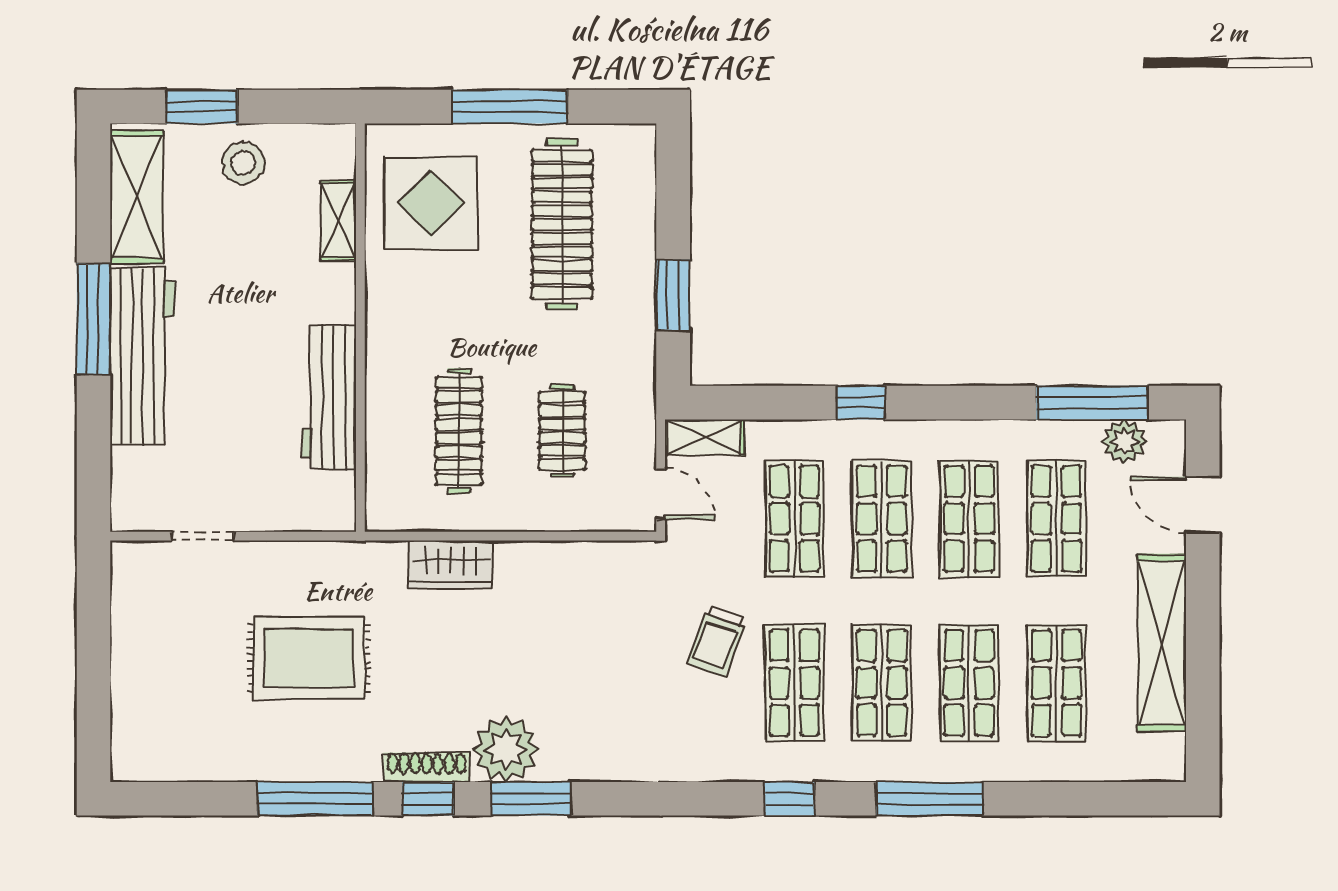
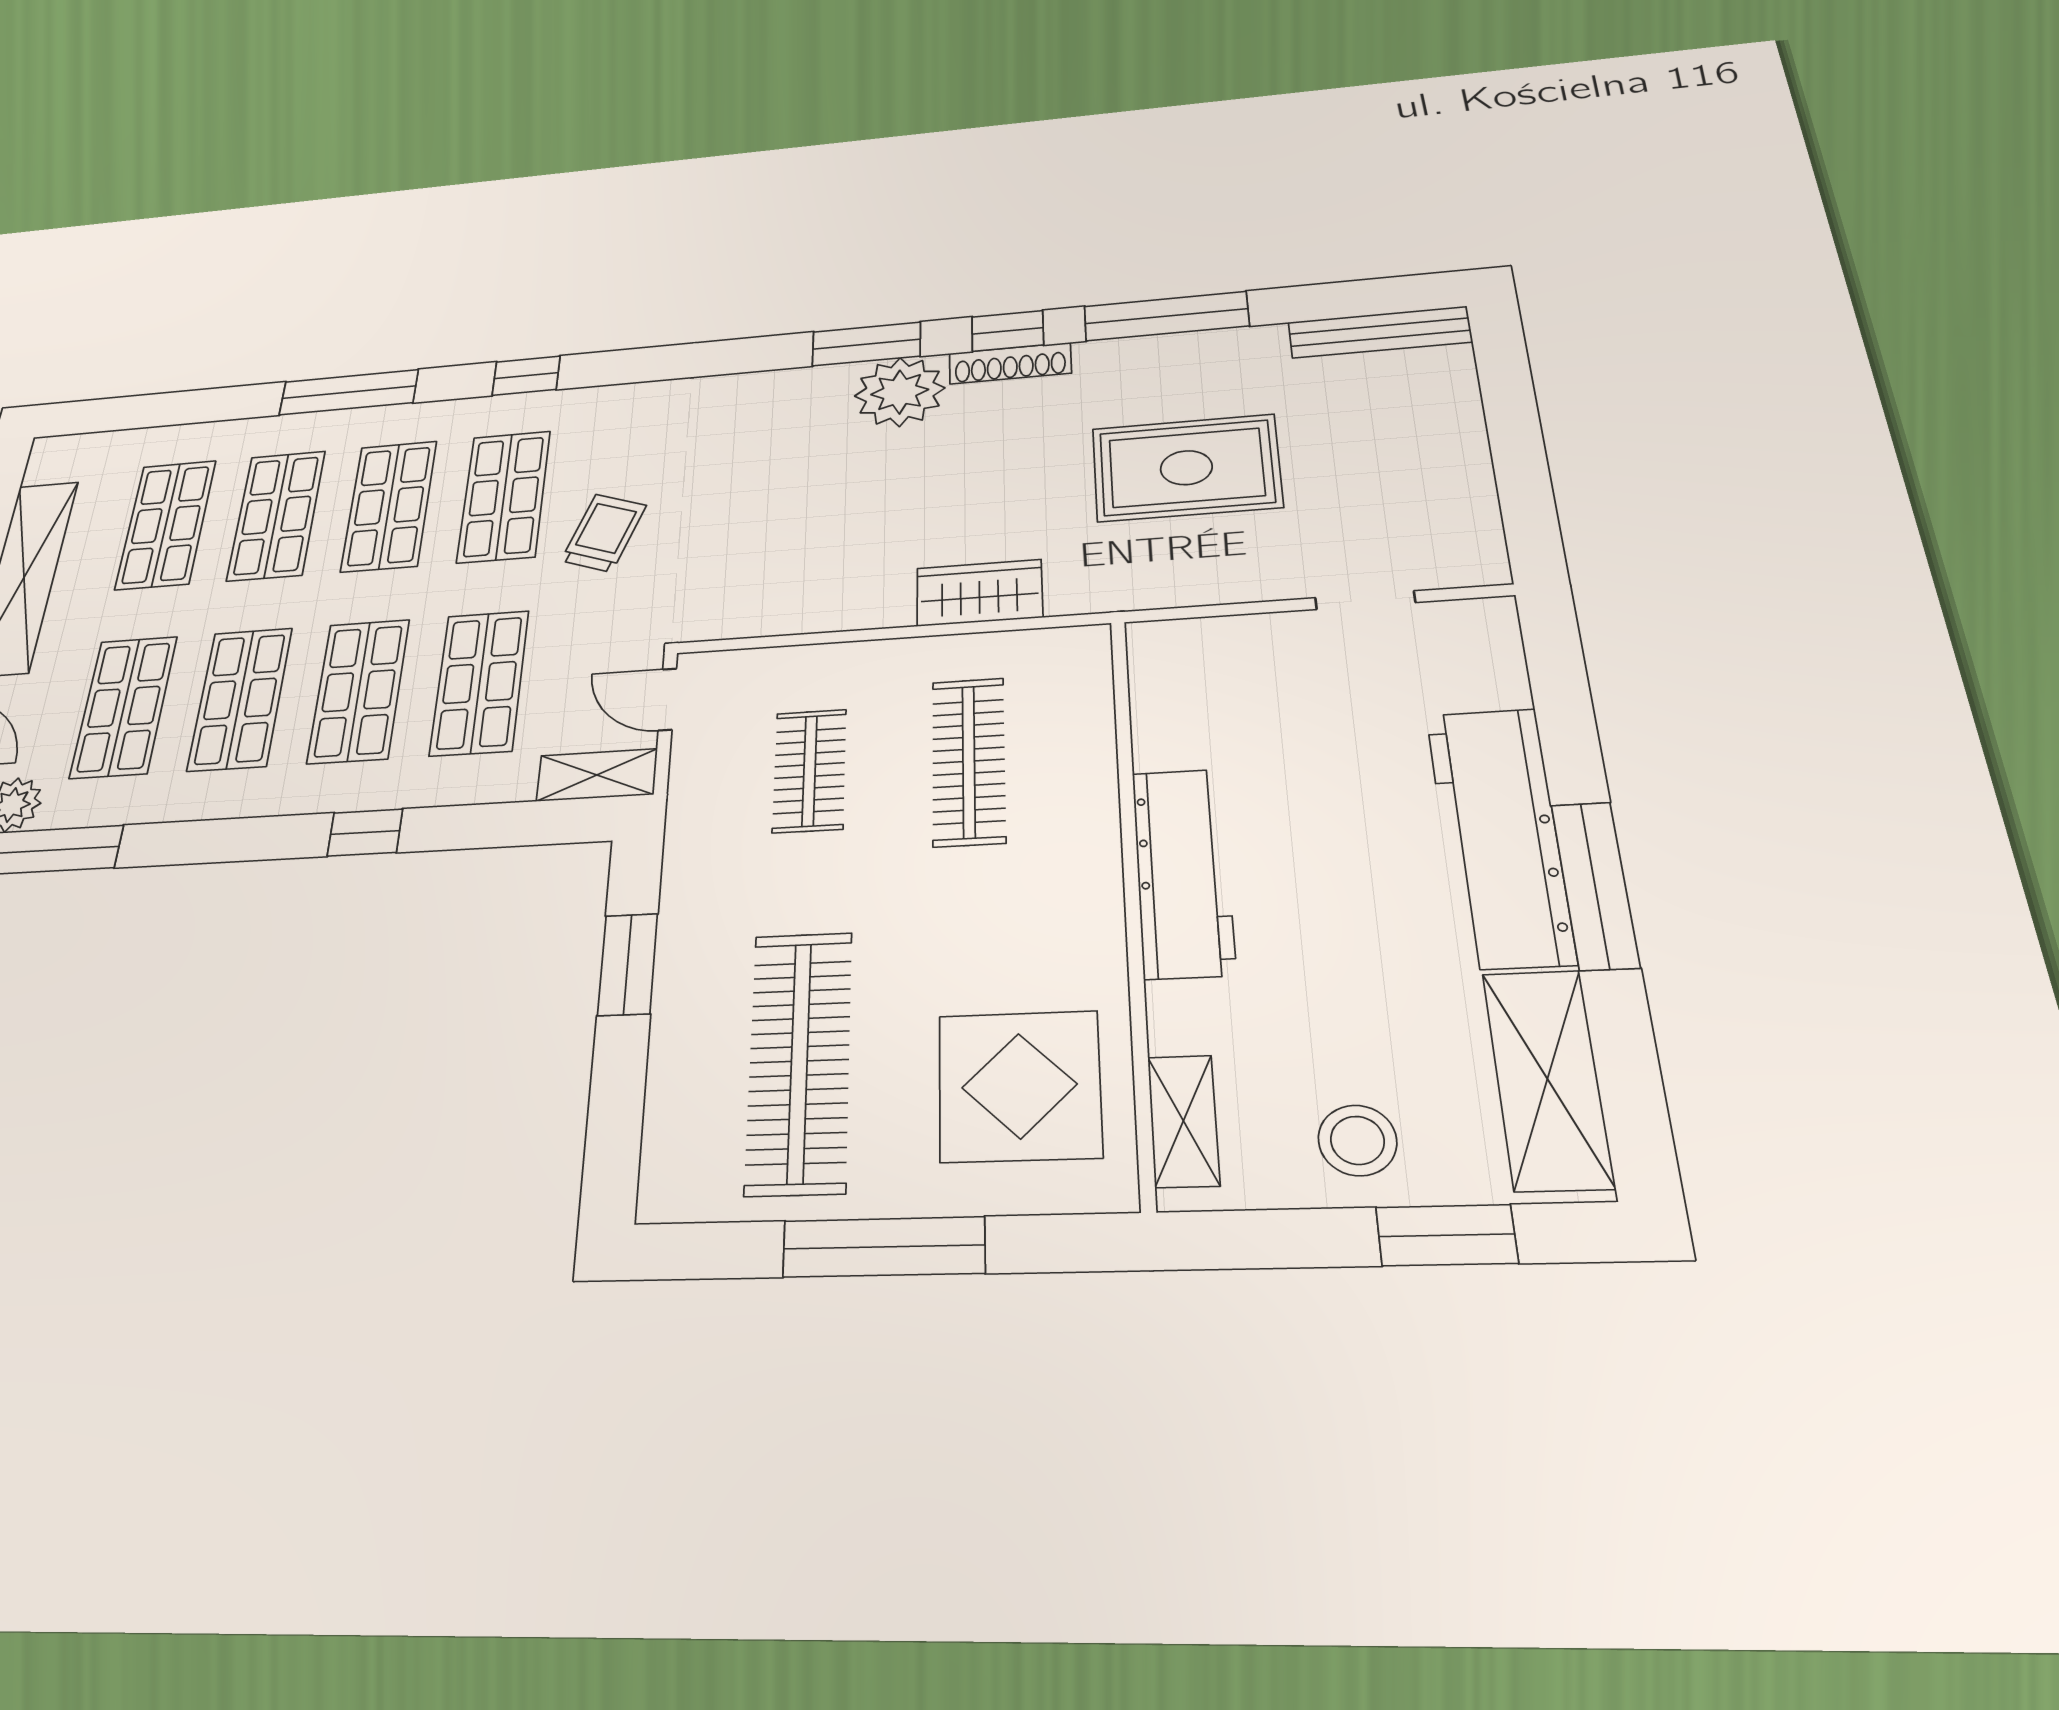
shelving: (338, 221) -> (1183, 1121), moved
workbench: (329, 397) -> (1183, 872), moved
bench: (171, 765) -> (1380, 332), added

